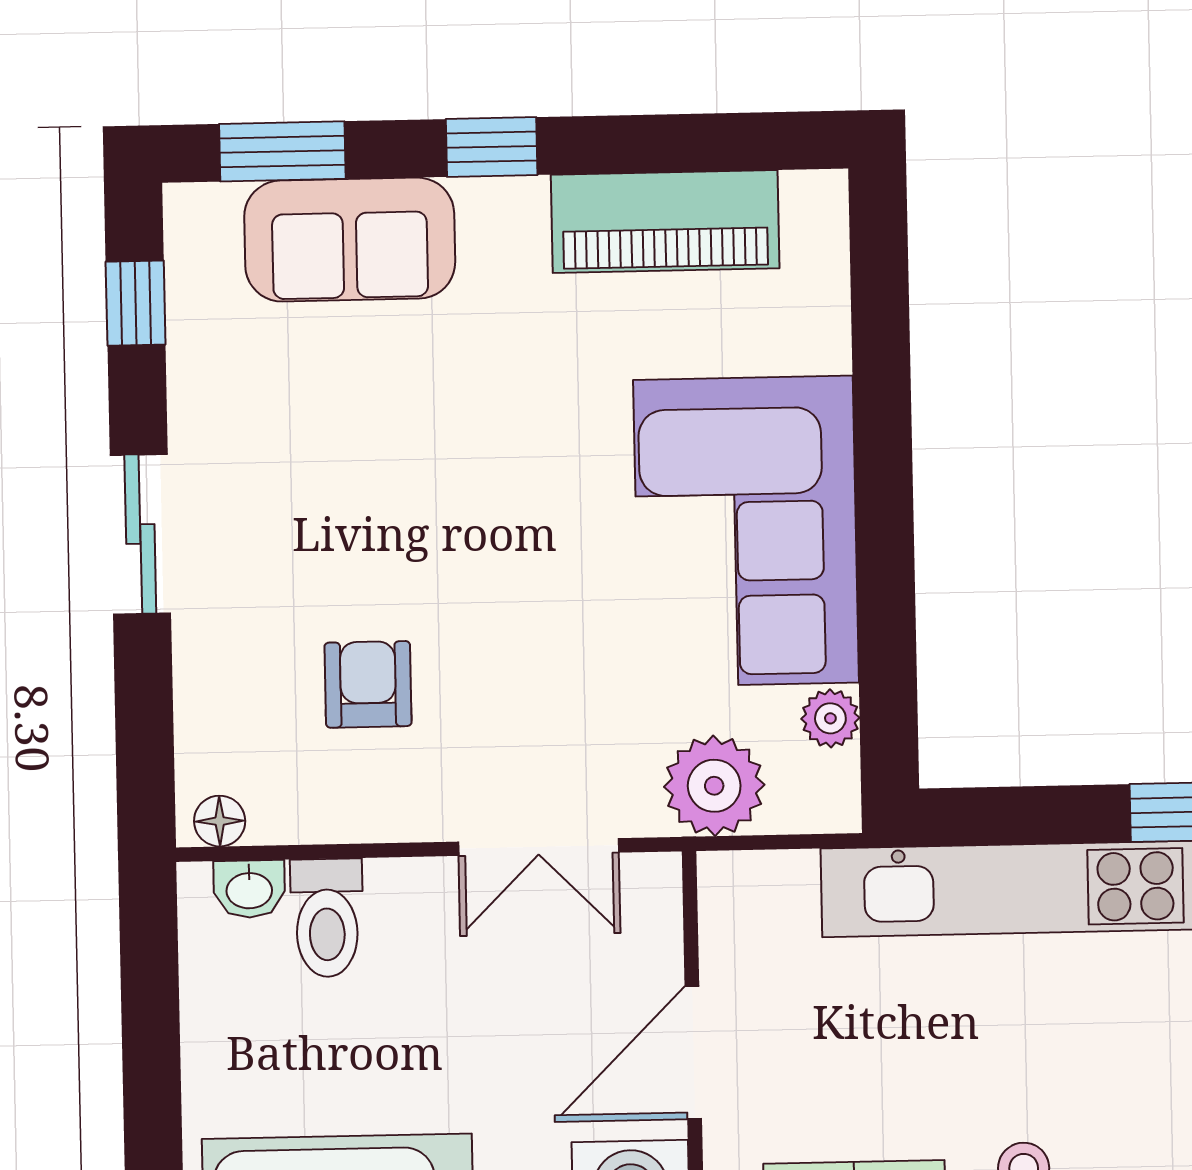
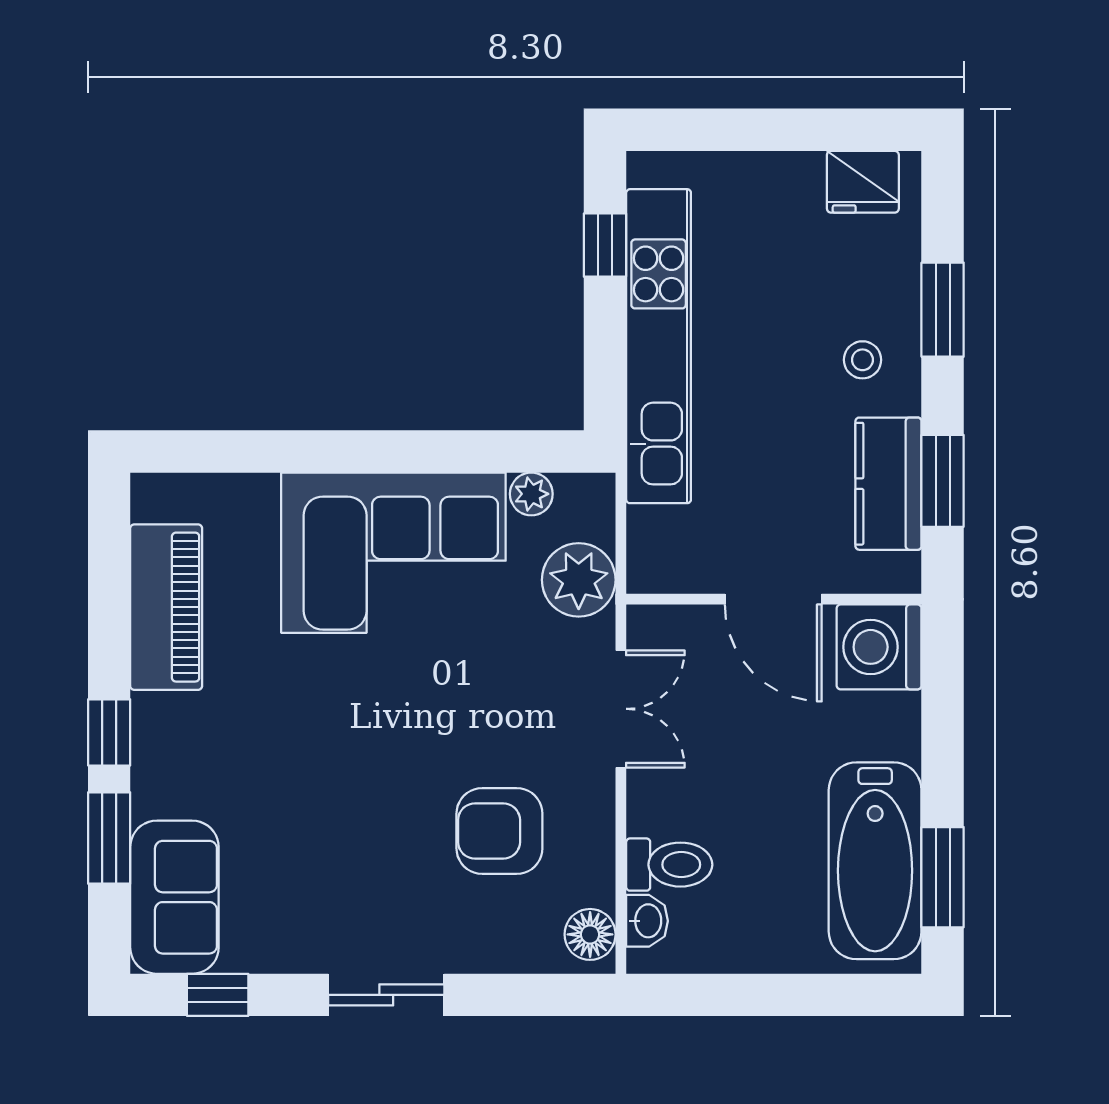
window: (282, 151) -> (109, 838), moved
sofa: (350, 240) -> (174, 897), moved
armchair: (368, 684) -> (499, 831), width x1.38, depth x1.38
floor lamp: (220, 821) -> (590, 934), width x1.37, depth x1.37

